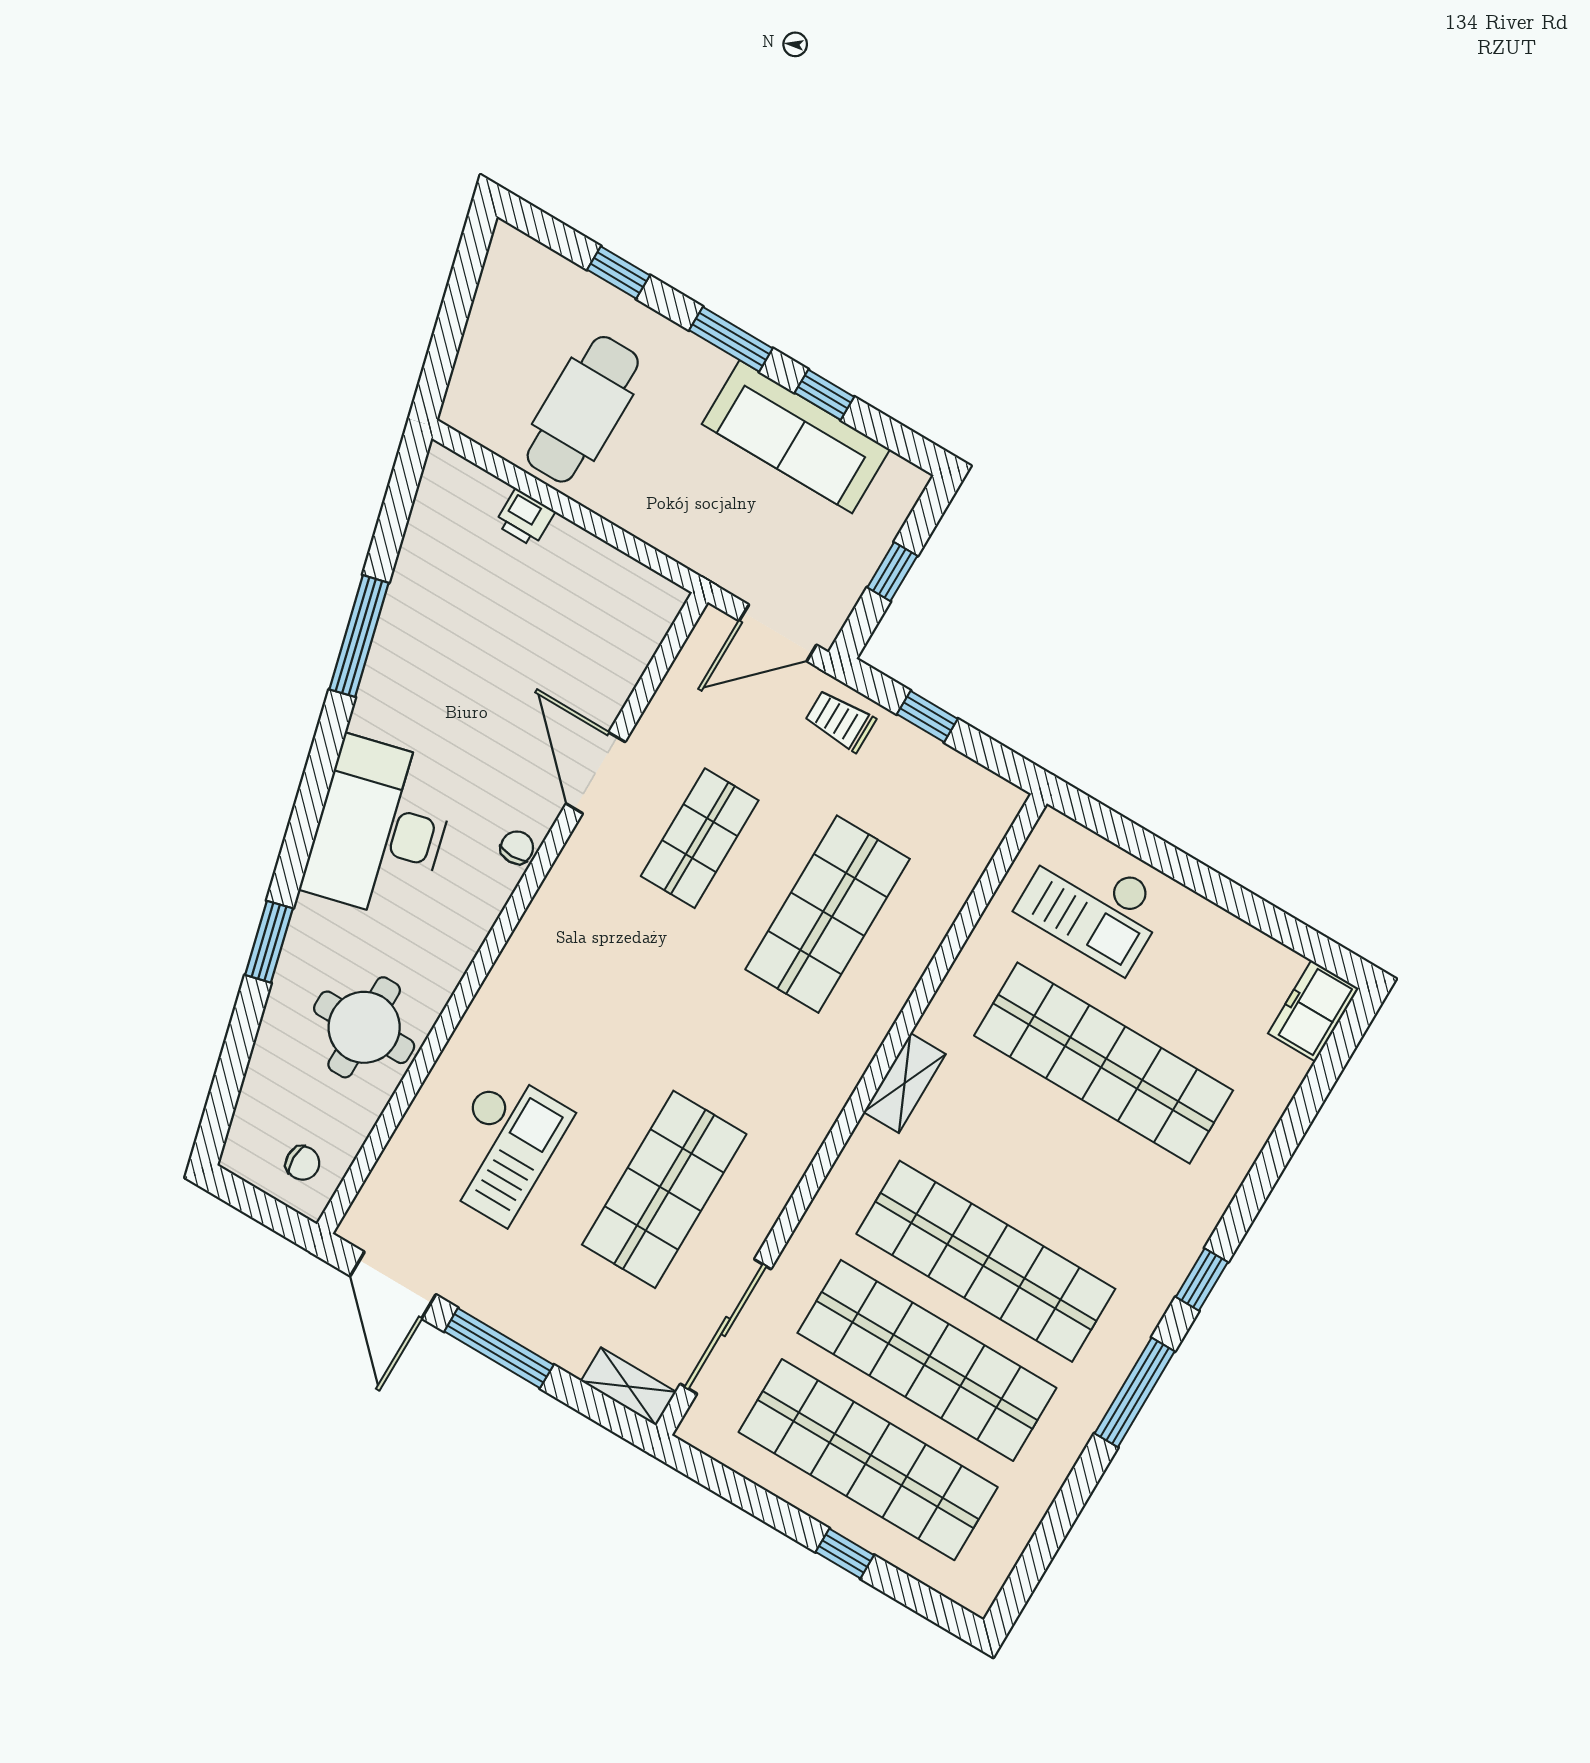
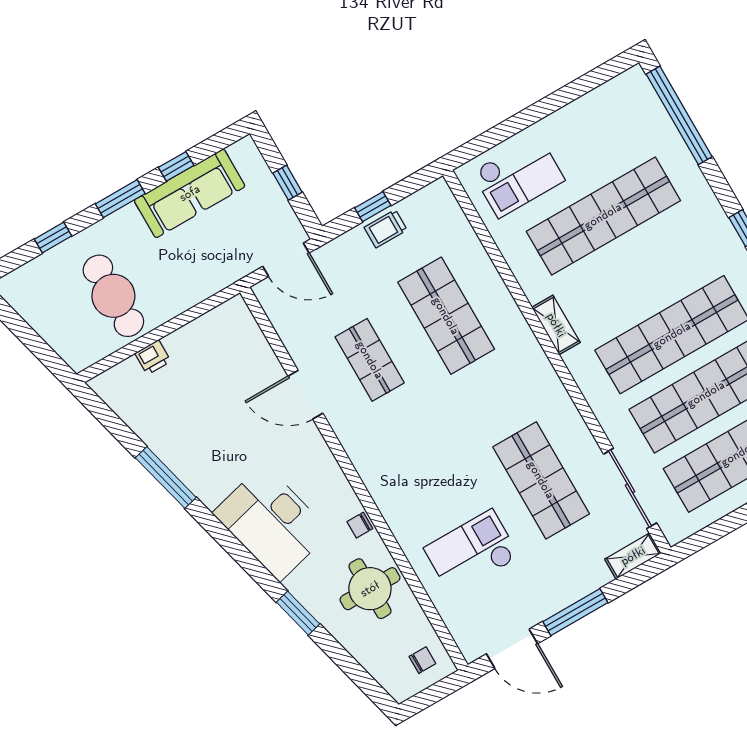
door: (778, 633) -> (286, 260), hinge flipped
trolley: (840, 721) -> (386, 229), moved
chair: (517, 848) -> (360, 525), moved, turned -90
freezer: (1313, 1011) -> (637, 92), removed
window: (1314, 1091) -> (679, 115), added
checkout: (501, 1147) -> (472, 552), turned -90

